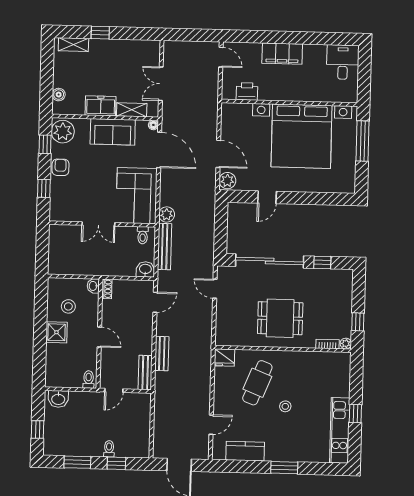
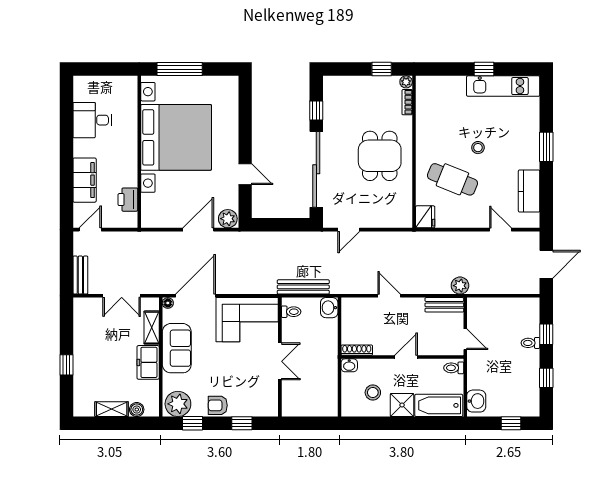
shelving: (73, 45) -> (112, 409), moved, turned 90
filing cabinet: (282, 54) -> (85, 180), moved
desk: (343, 62) -> (92, 120), moved
plant: (167, 215) -> (460, 286), moved
shoe rack: (107, 289) -> (357, 350), width x1.43
door: (155, 302) -> (389, 296), moved
bench: (162, 354) -> (80, 275), moved, turned 90
bathtub: (55, 365) -> (439, 405), added
window: (77, 462) -> (546, 378), width x0.67

